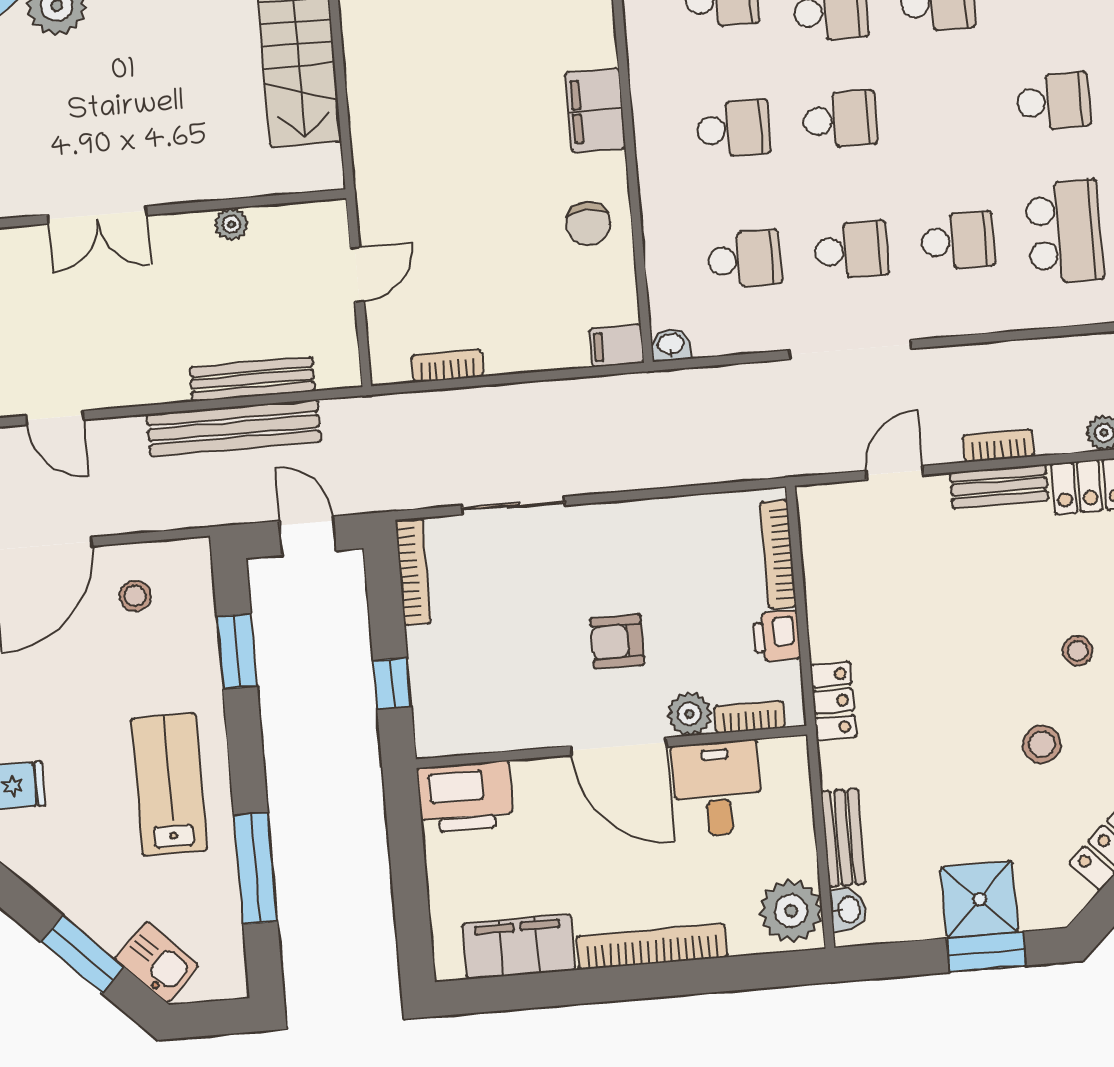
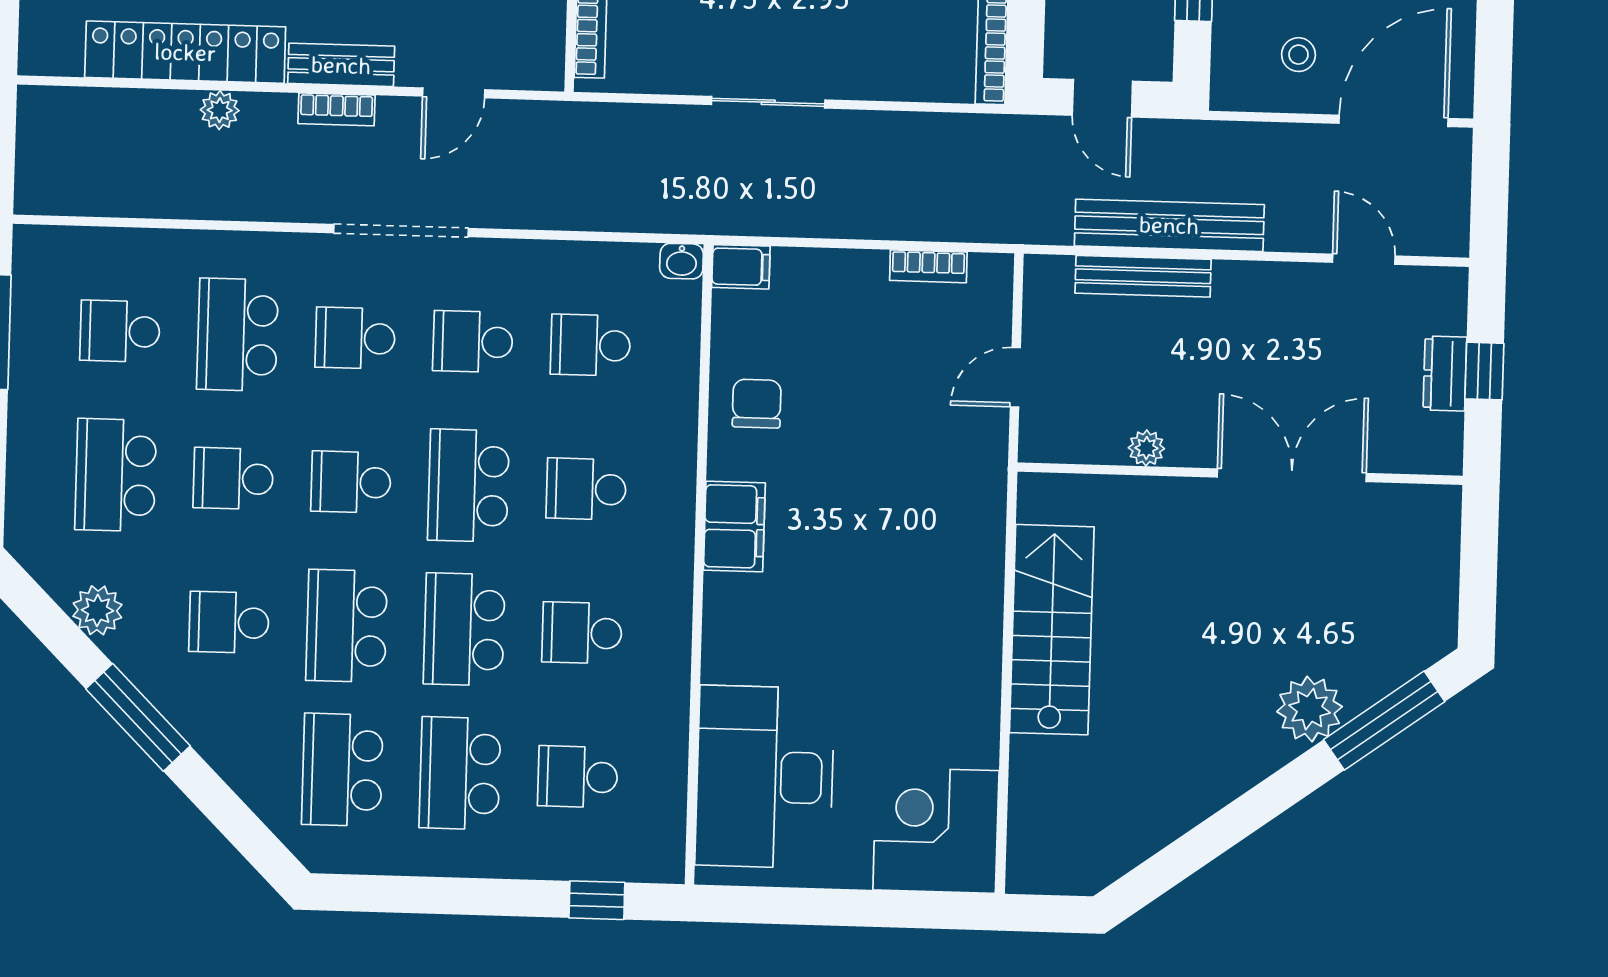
school desk: (947, 110) -> (351, 482), added
school desk: (840, 120) -> (469, 486), width x1.85
double door: (97, 215) -> (1292, 475), width x1.37
doorway: (851, 349) -> (401, 231), moved
sliding door: (513, 505) -> (768, 102), moved

